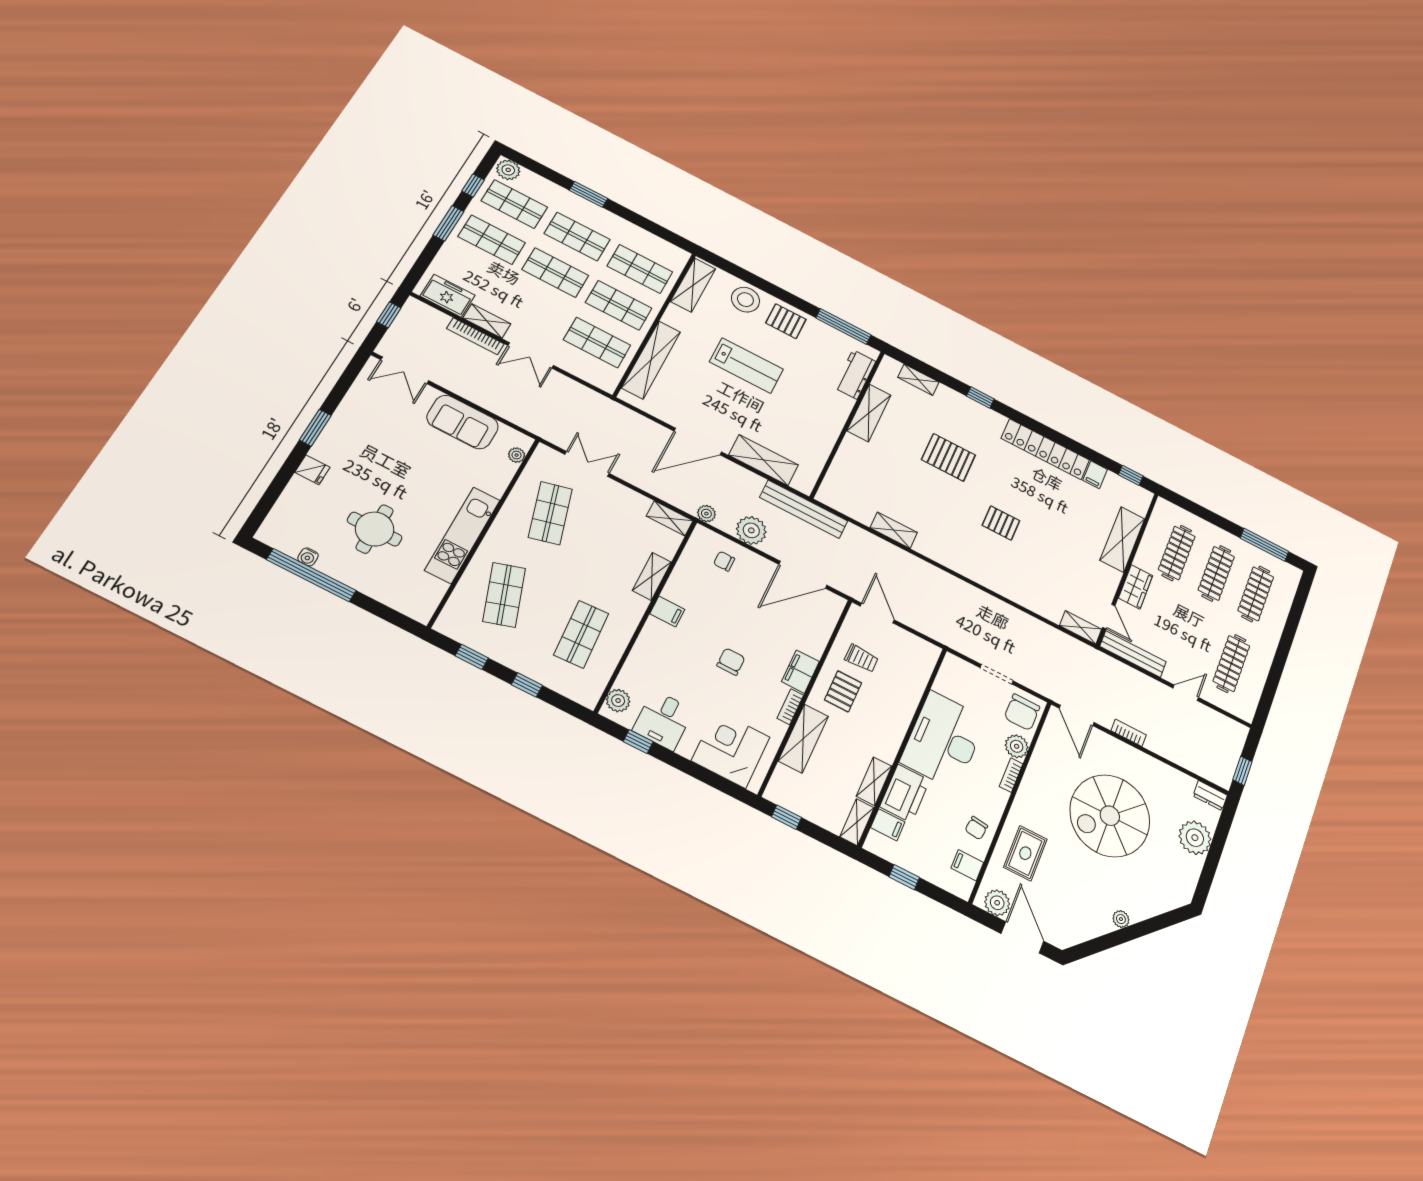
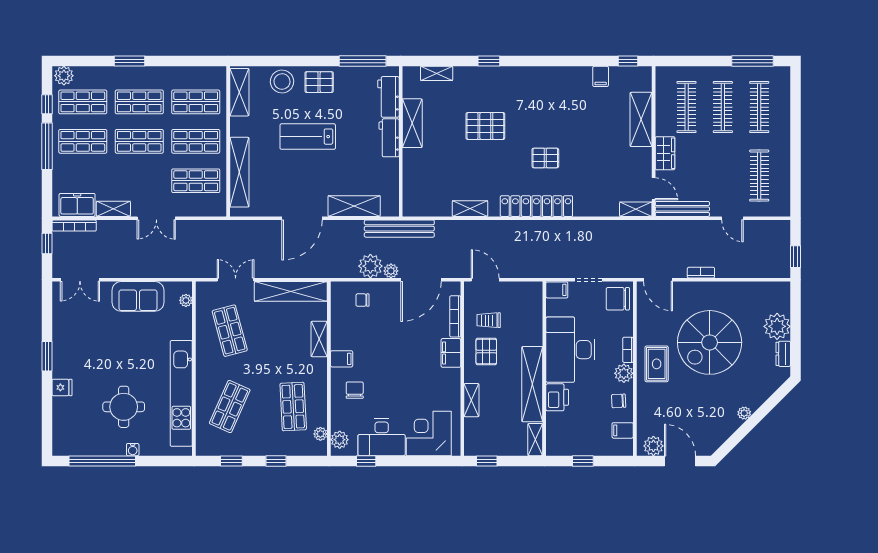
window: (448, 223) -> (47, 146), width x1.44
bookcase: (475, 336) -> (74, 226), moved
lab bench: (746, 366) -> (308, 137), turned 180
workbench: (836, 414) -> (389, 138), added
locker: (1045, 449) -> (536, 206), moved, turned 180
plant: (706, 514) -> (391, 271), moved
shelving: (670, 518) -> (291, 291), width x2.20, depth x1.33
kitchen unit: (463, 535) -> (181, 393), width x1.36
water cooler: (308, 557) -> (133, 450), moved
shop shelf: (504, 595) -> (230, 407), turned 42
trolley: (861, 658) -> (489, 320), turned 180
chair: (731, 662) -> (355, 390), moved
plant: (598, 682) -> (320, 434), added
door: (1186, 693) -> (732, 218), swing flipped
bookcase: (790, 707) -> (455, 316), moved, width x1.56
chair: (1022, 712) -> (618, 299), turned 90
desk: (663, 720) -> (382, 437), width x1.37
shelving: (803, 739) -> (471, 400), width x0.67, depth x0.75
plant: (1017, 746) -> (624, 373), moved
shelving: (874, 781) -> (532, 384), width x2.20, depth x1.33
printer: (905, 793) -> (557, 397), width x0.73, depth x0.84
dresser: (1210, 796) -> (783, 354), moved, turned 90
filing cabinet: (888, 825) -> (557, 290), moved
chair: (976, 828) -> (619, 401), turned 80
rug: (1025, 853) -> (657, 364), moved

